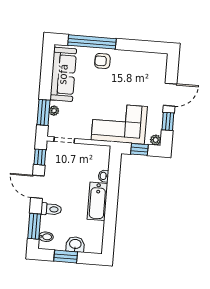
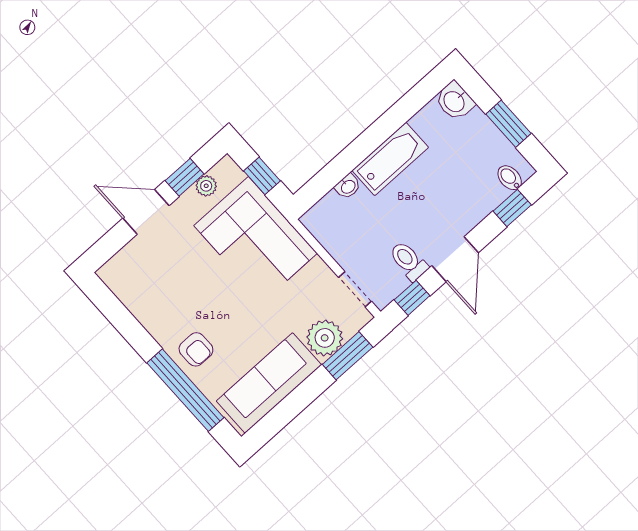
plant: (54, 111) -> (325, 338), width x1.87, depth x1.87
plant: (156, 140) -> (206, 186), moved
toilet: (51, 209) -> (409, 261), moved
window: (34, 226) -> (512, 208), width x0.67
washbasin: (75, 244) -> (455, 101), moved

